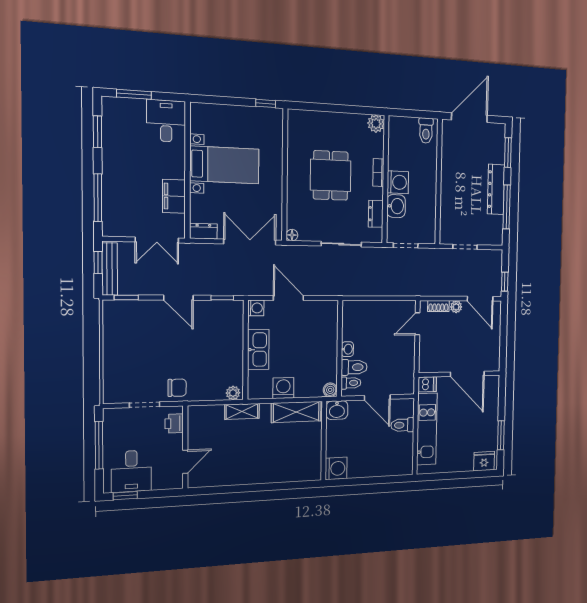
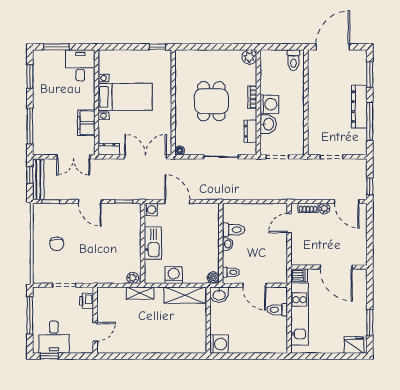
toilet: (354, 367) -> (234, 230), moved
chair: (177, 388) -> (57, 244), moved, turned 90

